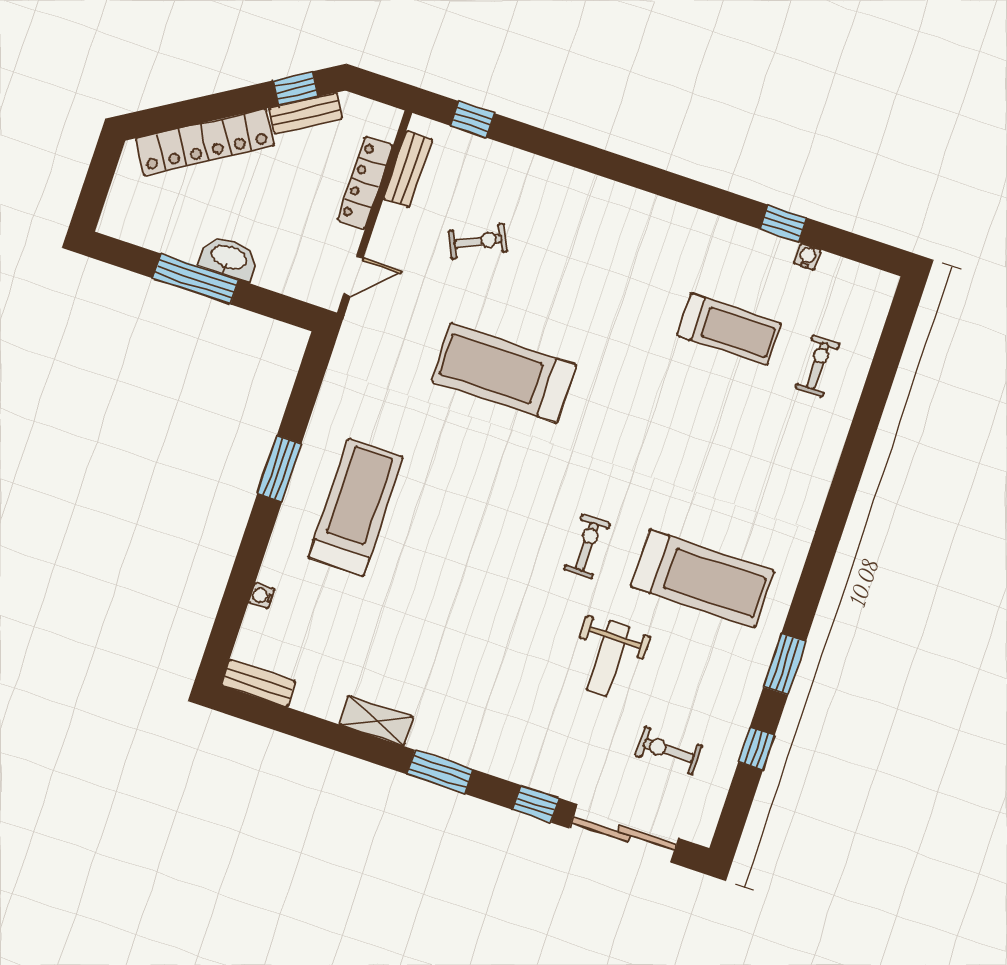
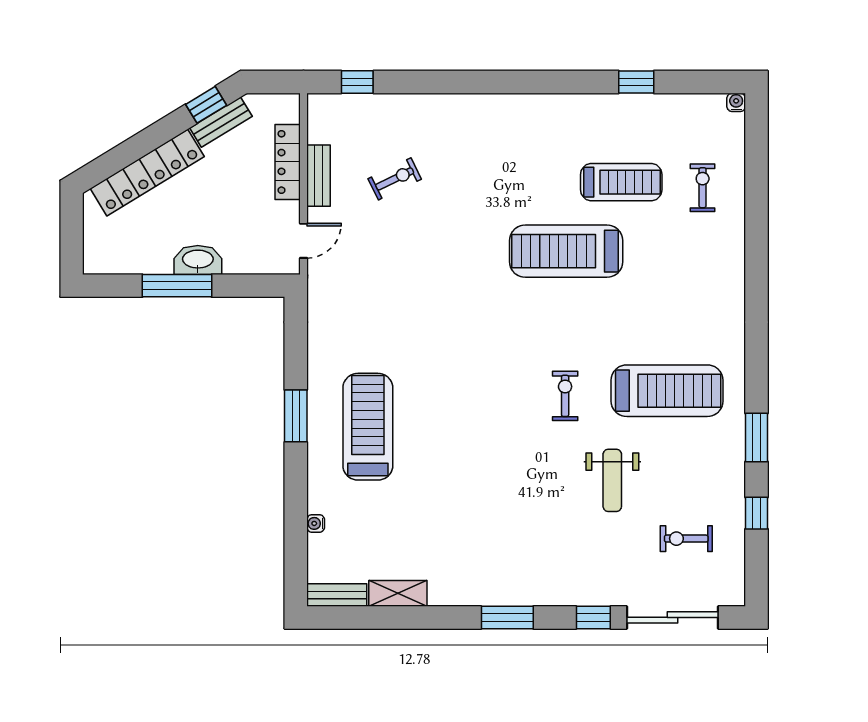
bench: (408, 169) -> (319, 176), moved
water cooler: (807, 257) -> (736, 102), moved
treadmill: (504, 373) -> (566, 251), moved
shelving: (376, 721) -> (398, 593), moved

